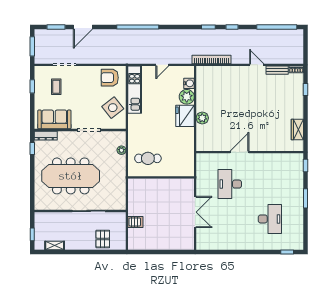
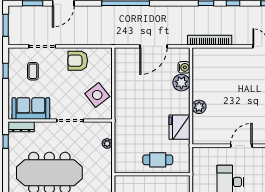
door: (162, 65) -> (153, 46), width x1.87
armchair: (110, 78) -> (78, 61), moved
kitchen unit: (135, 90) -> (122, 74), removed
fridge: (185, 116) -> (179, 127), moved
cafe table: (148, 158) -> (158, 160), moved

